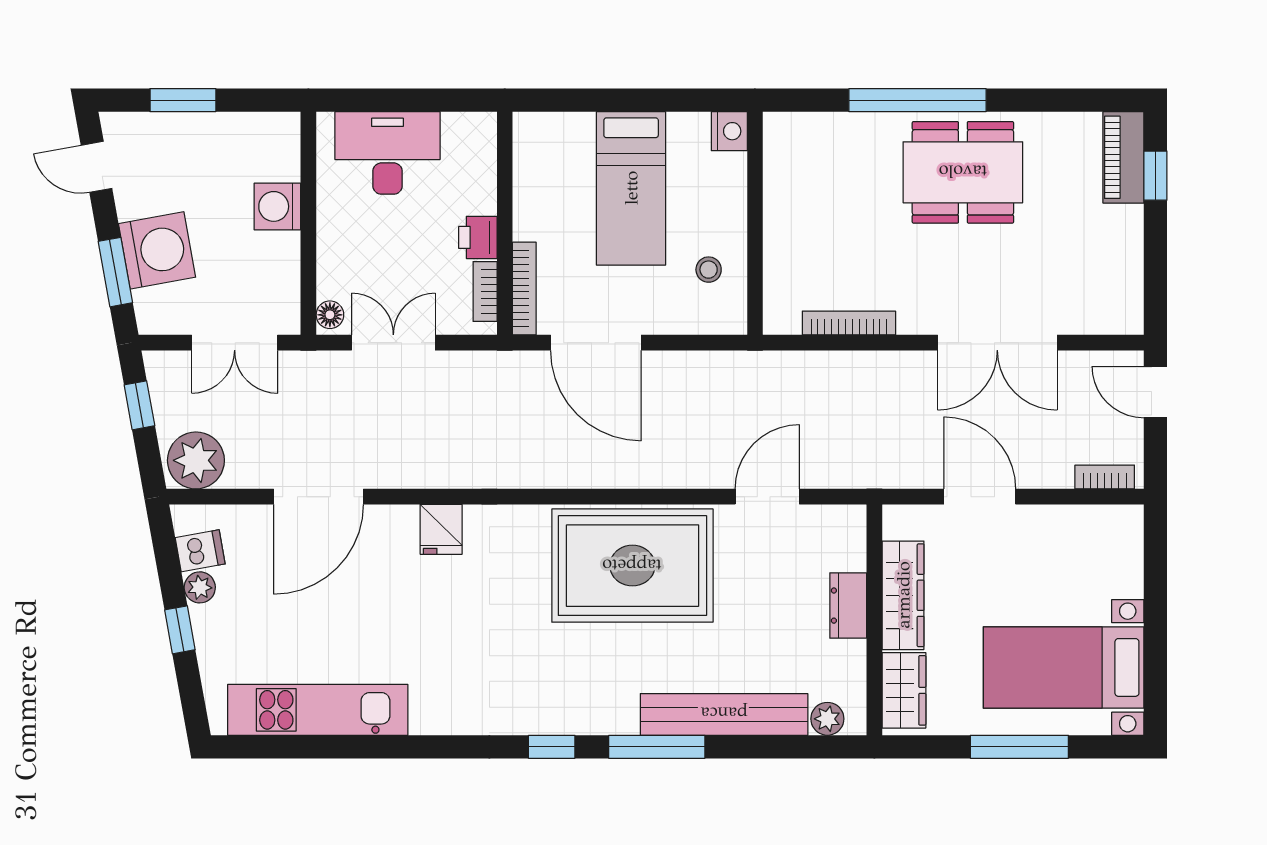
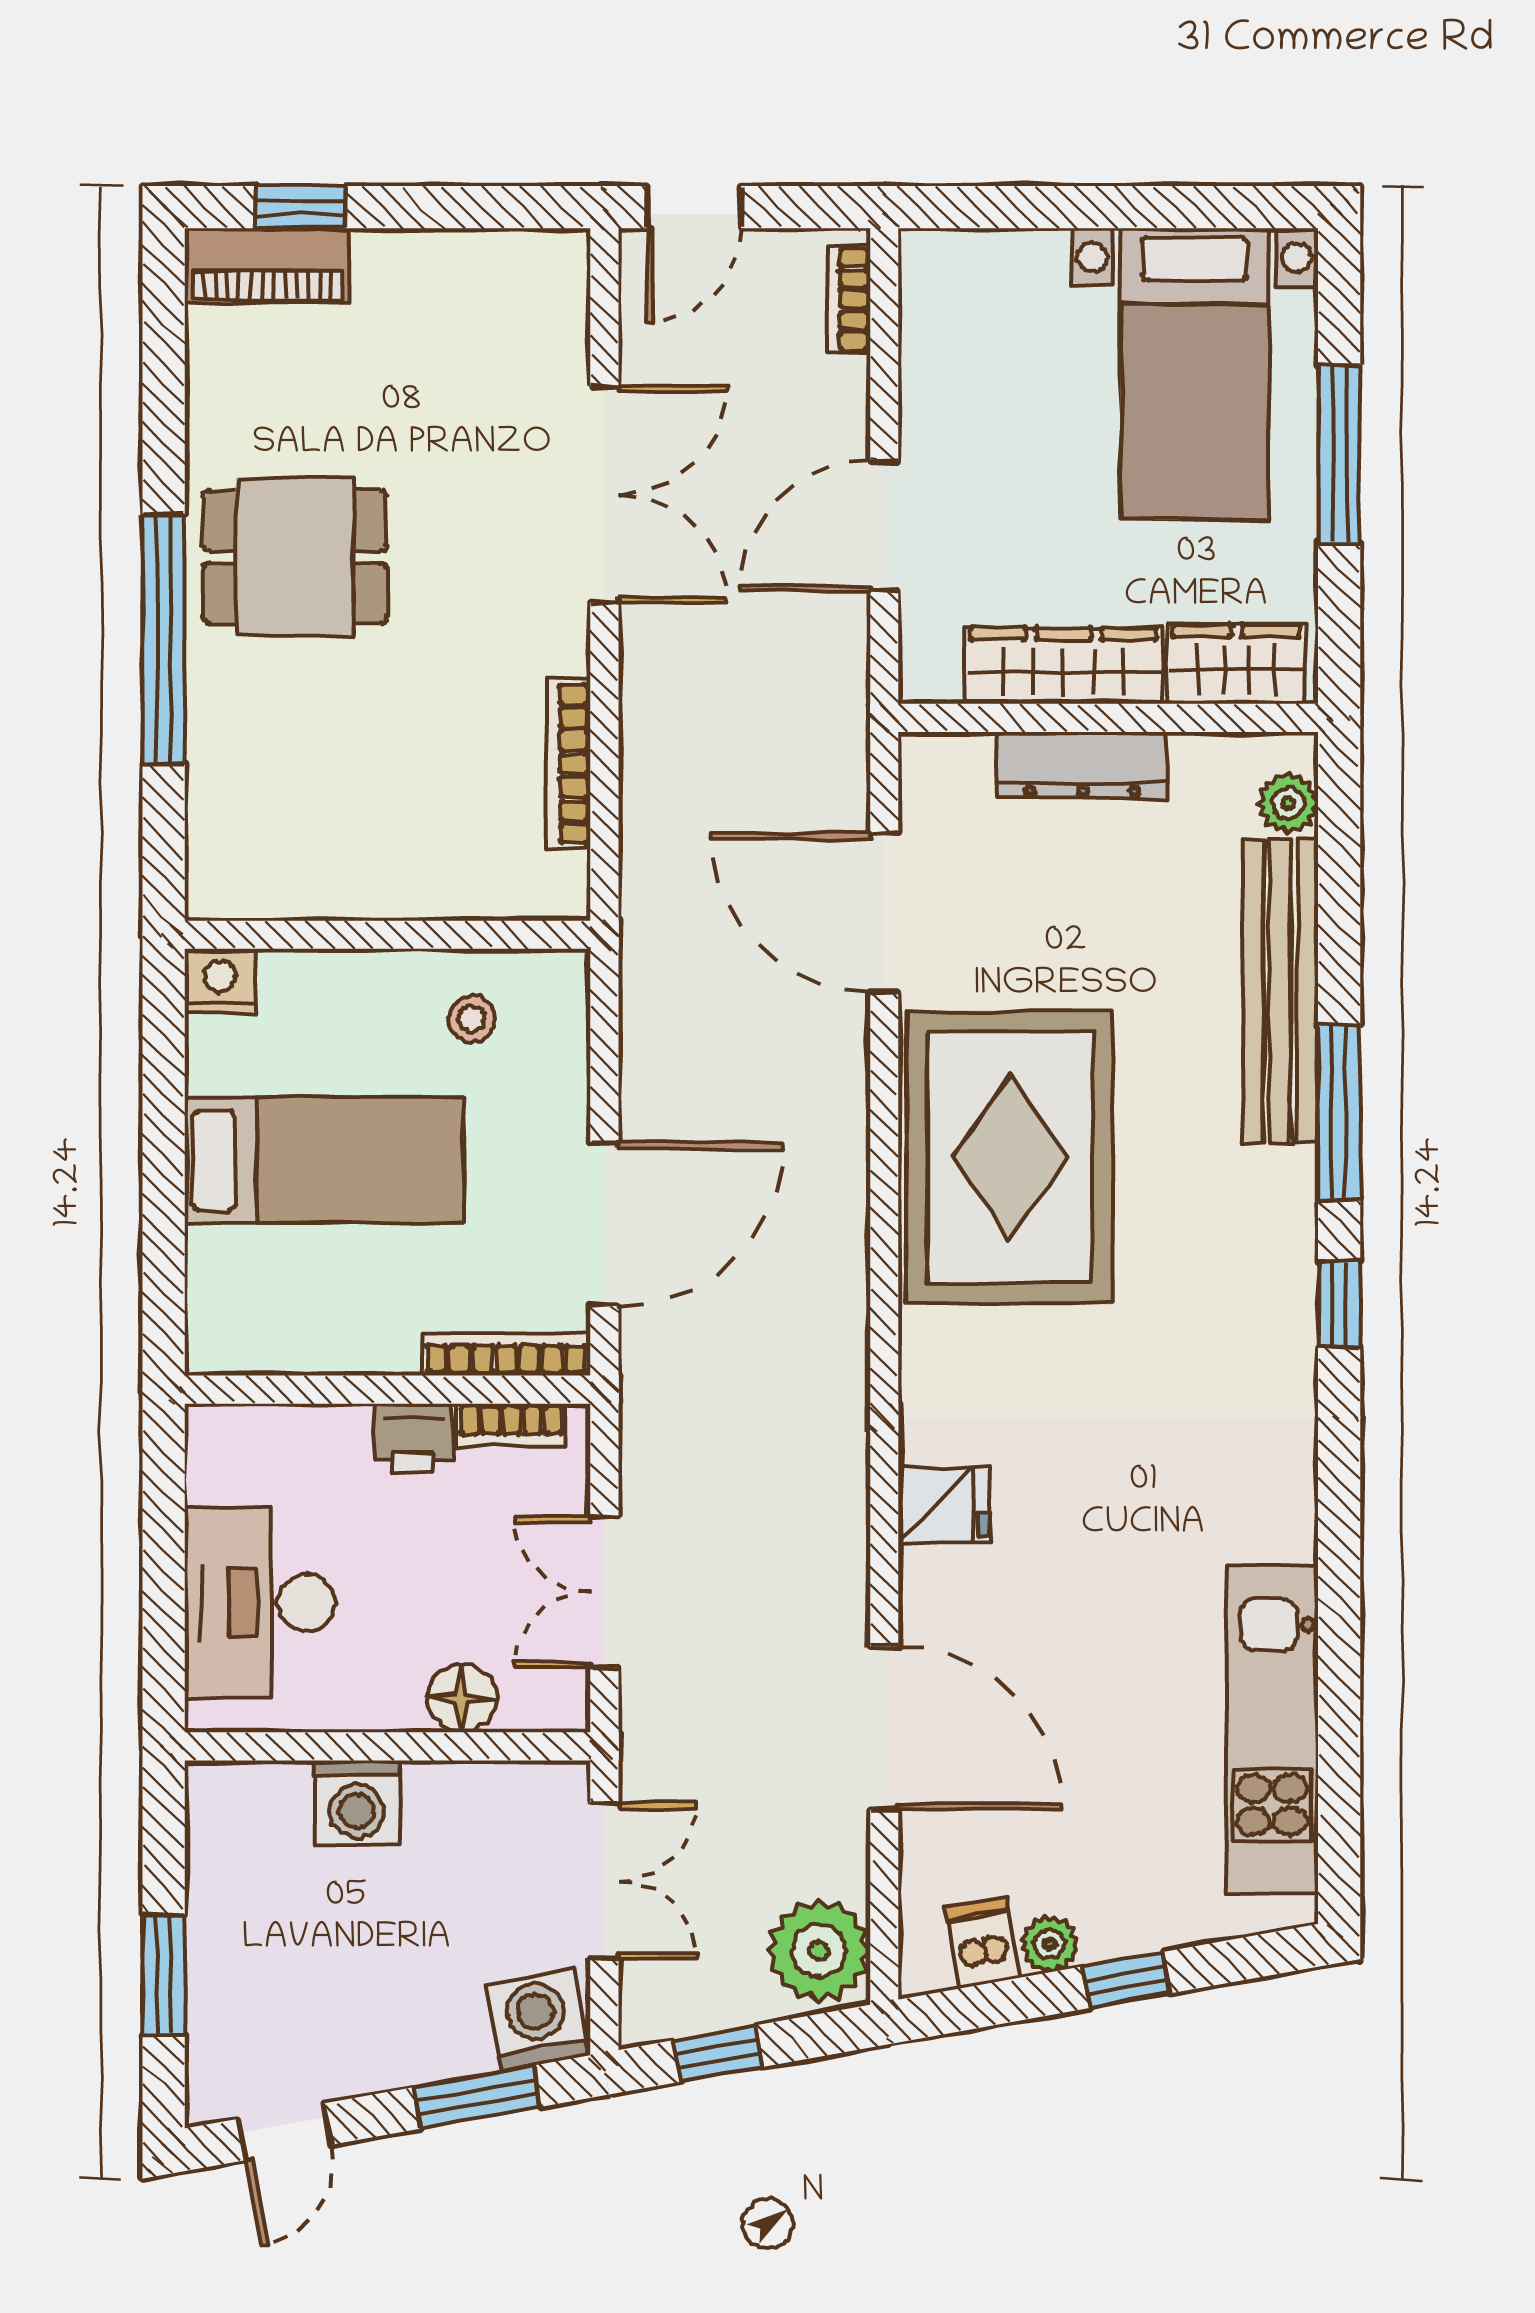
dining table: (963, 172) -> (295, 557), width x0.73
washing machine: (157, 250) -> (537, 2020), moved, width x0.73, depth x0.73
floor lamp: (330, 315) -> (462, 1698), moved, width x1.37, depth x1.37
door: (767, 497) -> (884, 913), width x1.36
dresser: (848, 606) -> (1082, 765), width x1.44

